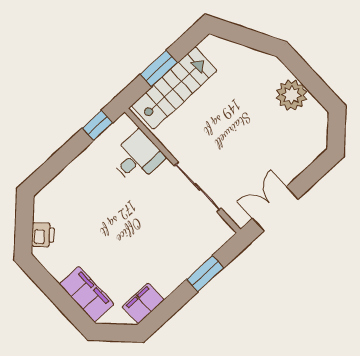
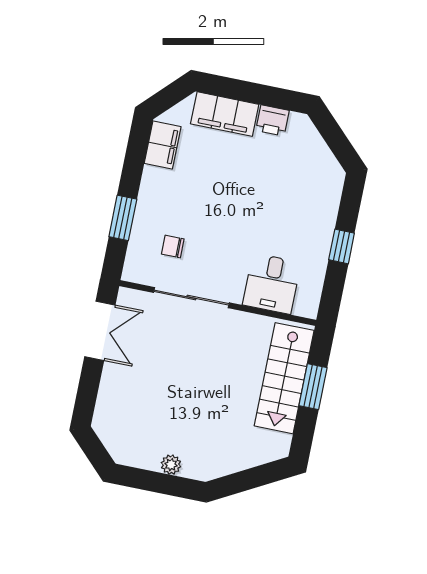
plant: (292, 95) -> (171, 465), width x0.53, depth x0.53
window: (97, 125) -> (342, 246), moved
chair: (185, 230) -> (173, 246), added
printer: (43, 235) -> (273, 121), moved, turned -45

